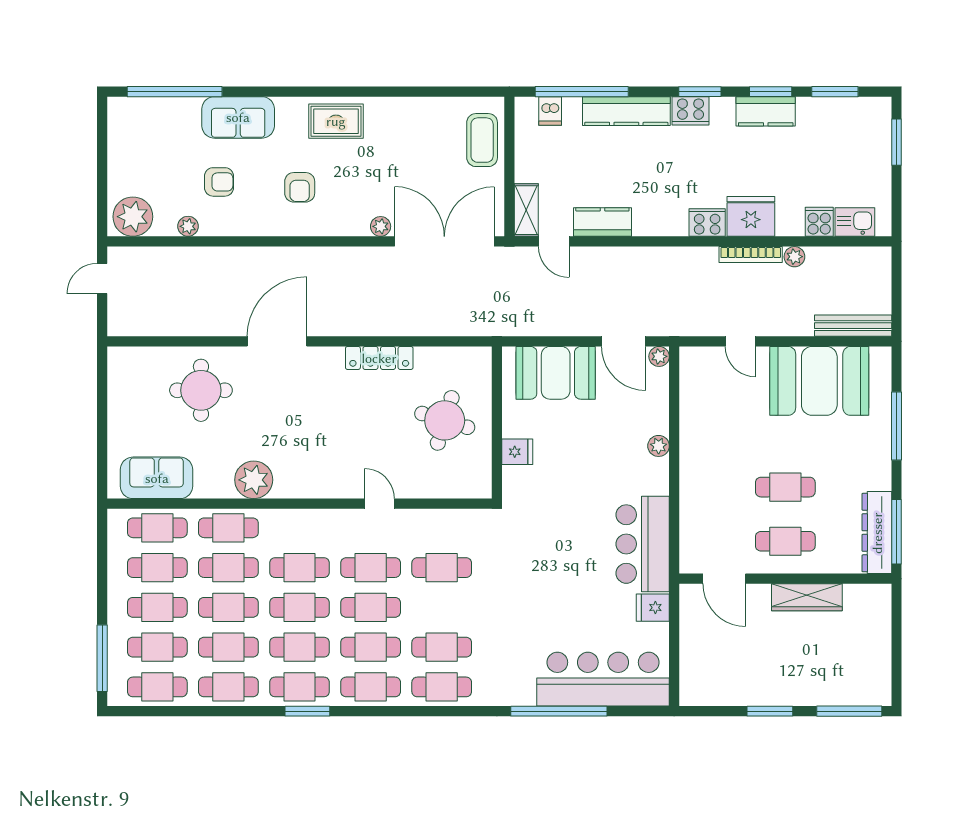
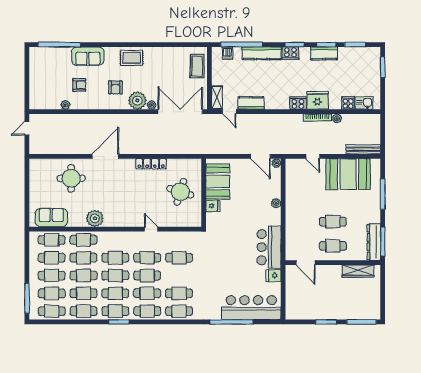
plant: (133, 217) -> (137, 101), moved
booth: (556, 373) -> (218, 181), moved, turned 90
wardrobe: (807, 597) -> (358, 271), moved

